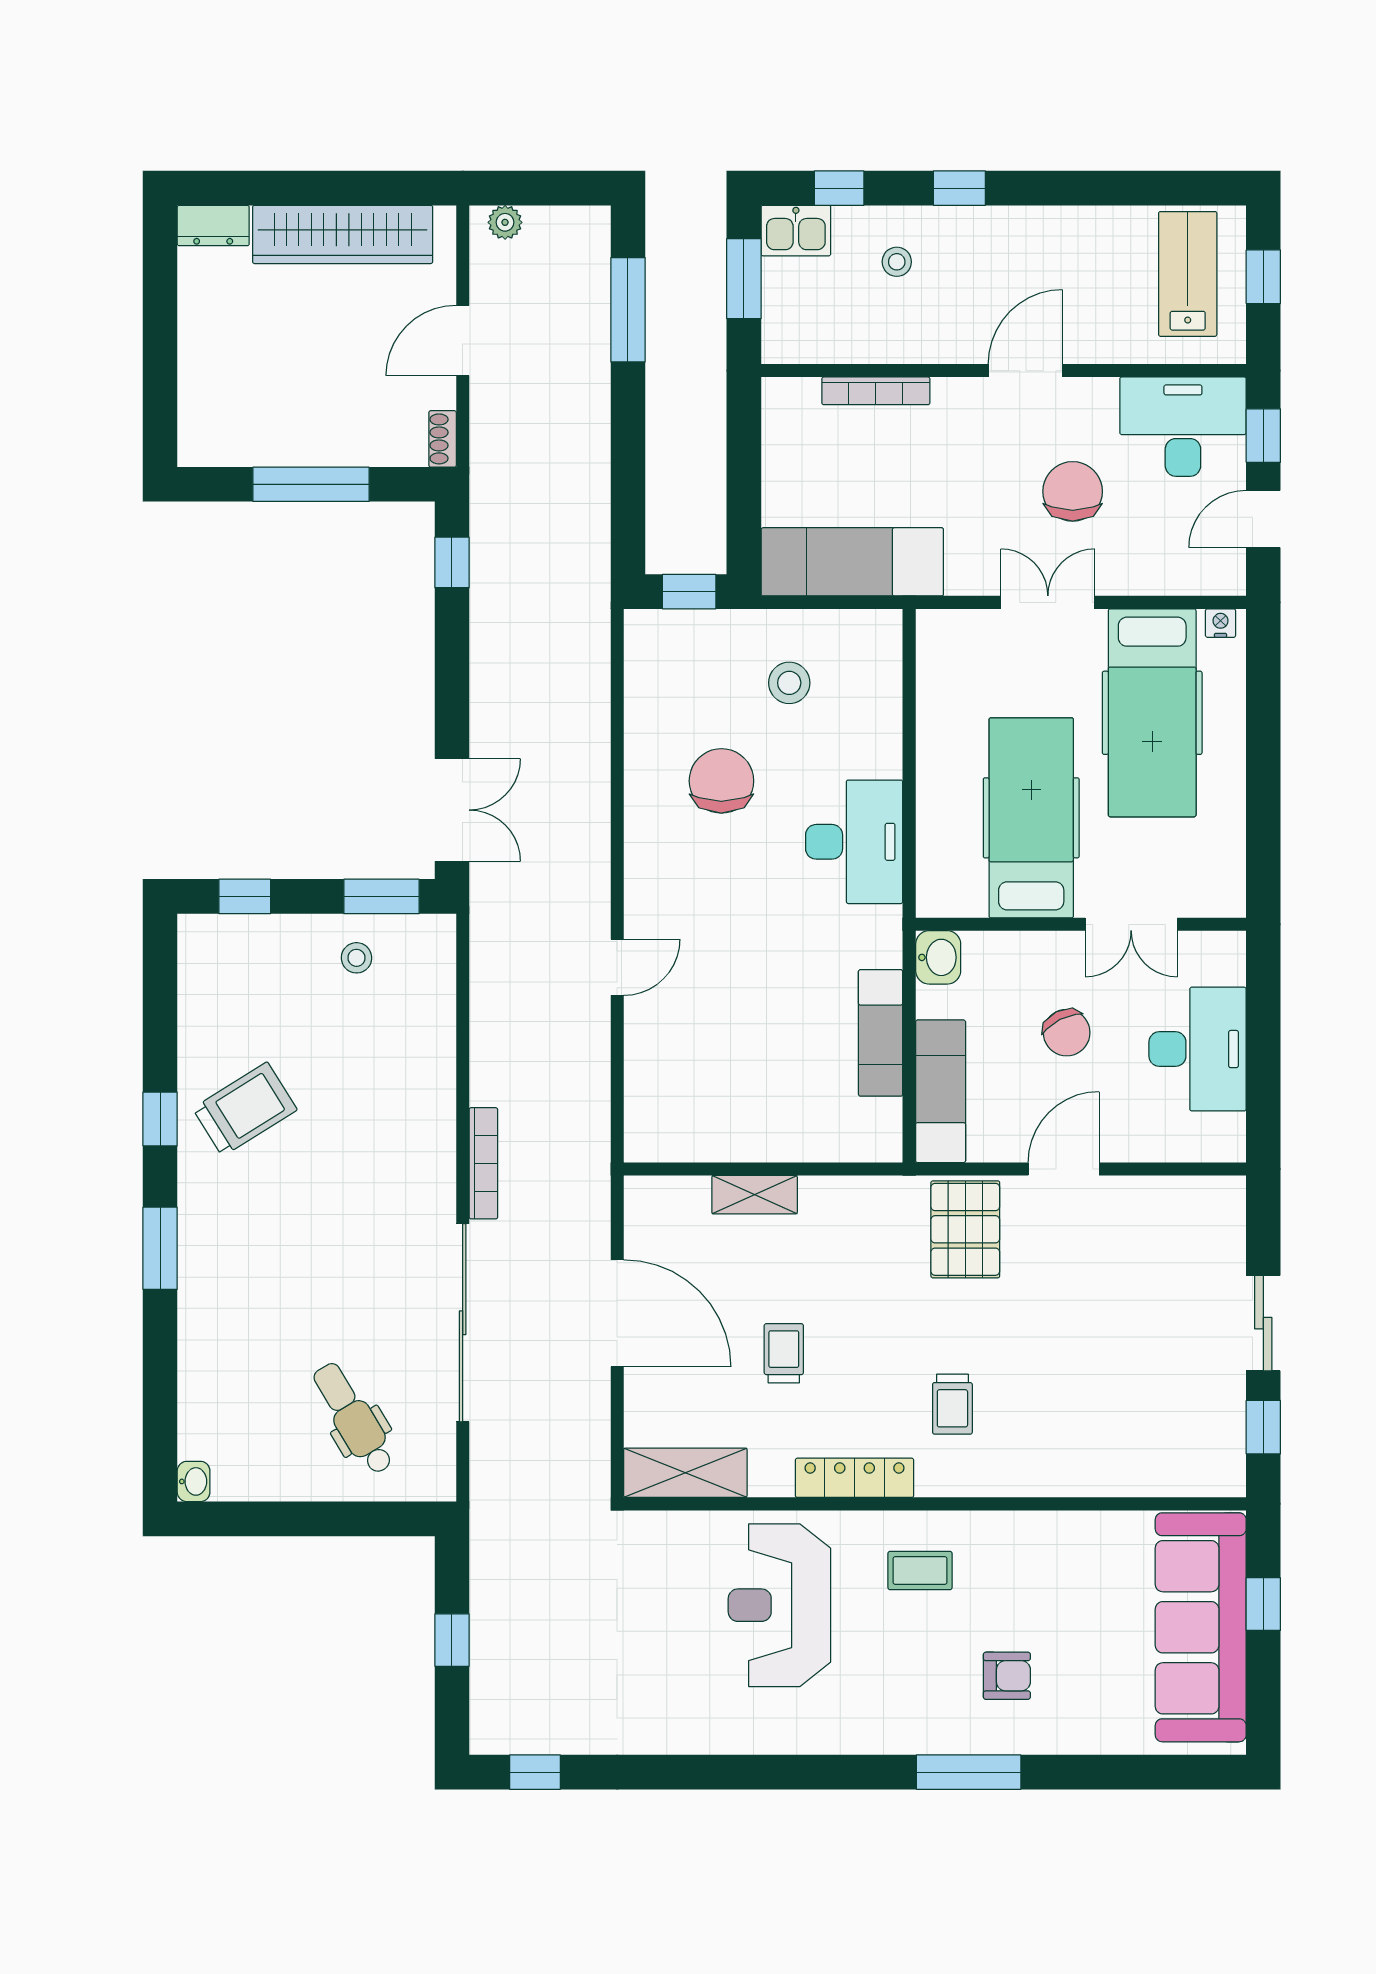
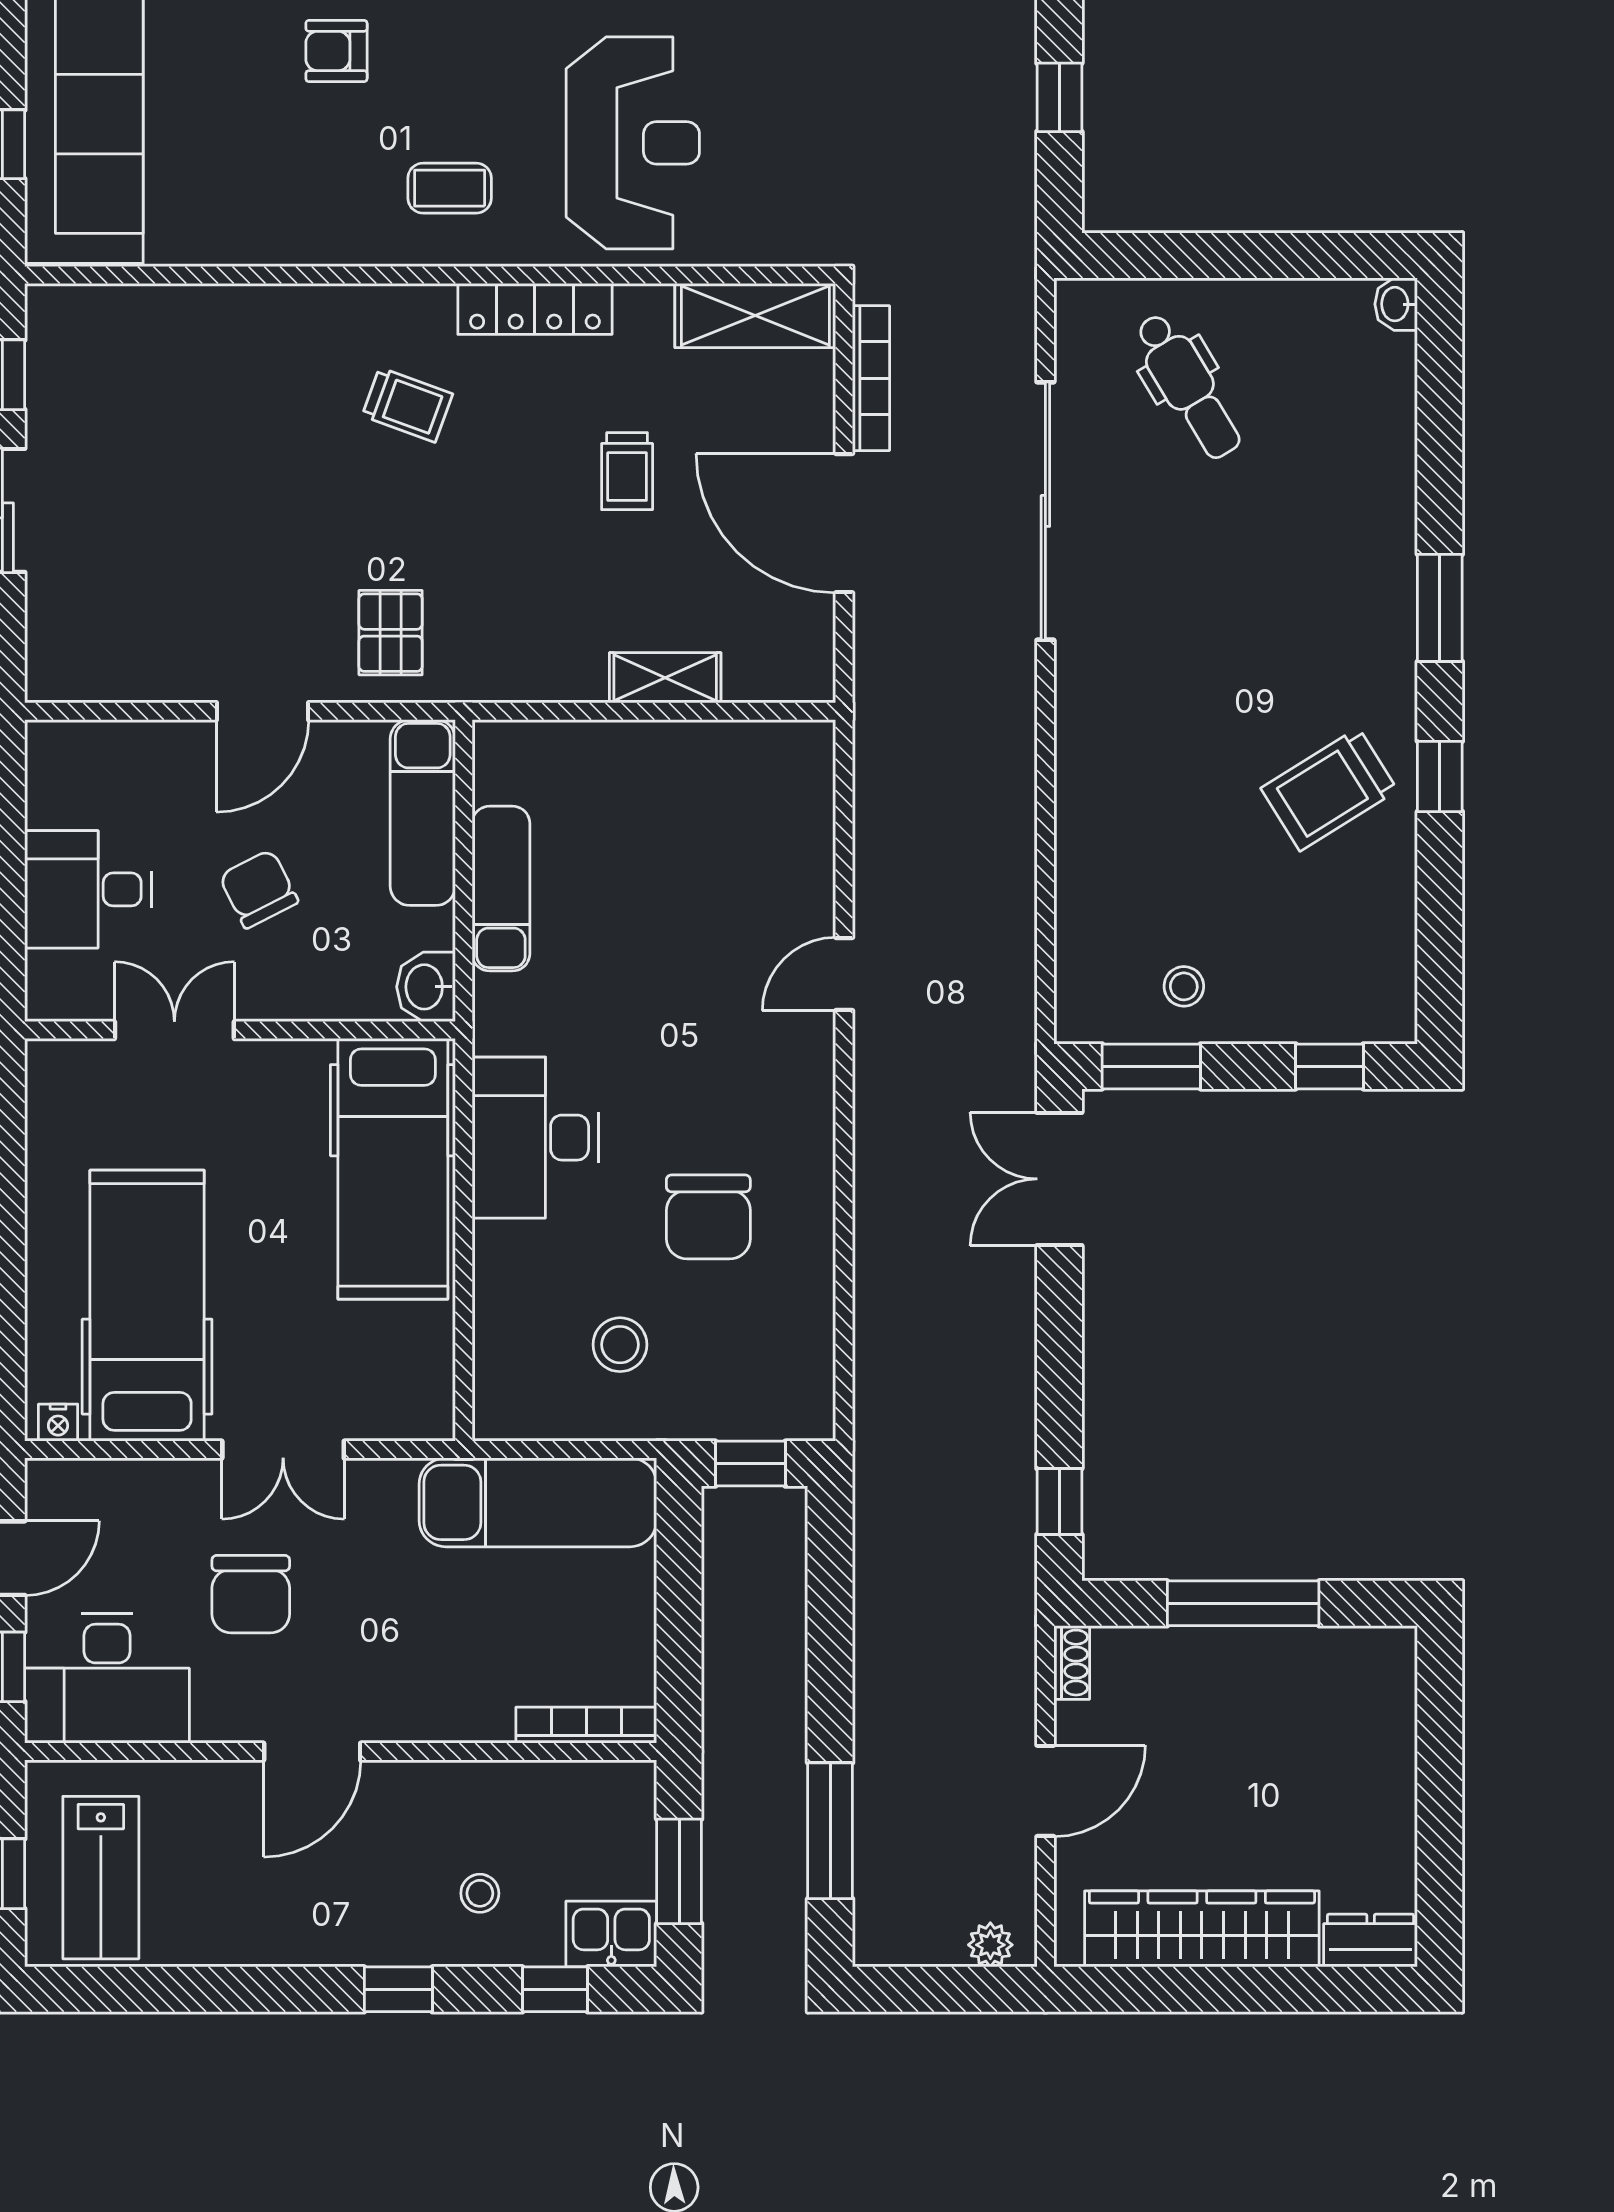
bookcase: (876, 391) -> (586, 1725), moved
hospital bed: (1031, 818) -> (393, 1169), moved
desk: (1198, 1049) -> (88, 889), width x0.73
bookcase: (483, 1163) -> (871, 378), moved, turned 180
pallet: (965, 1229) -> (391, 633), width x0.67, depth x0.71
trolley: (952, 1404) -> (407, 405), turned 110

